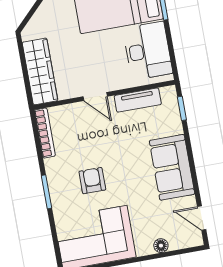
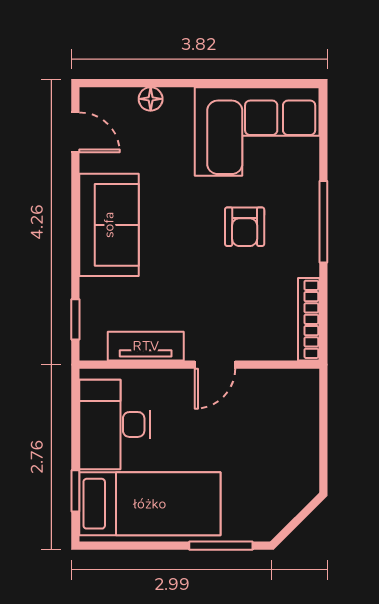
wardrobe: (40, 71) -> (299, 422), removed
door: (95, 97) -> (215, 365), swing flipped
window: (47, 192) -> (323, 222), width x1.44

